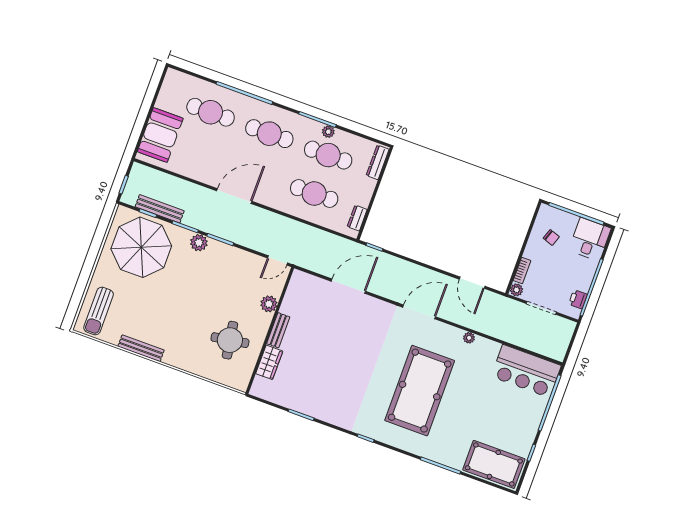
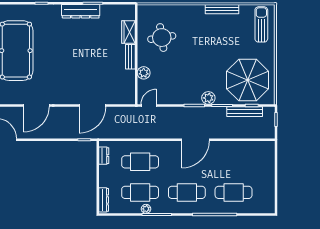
booth: (160, 135) -> (263, 164), removed
dresser: (320, 410) -> (81, 11), added

